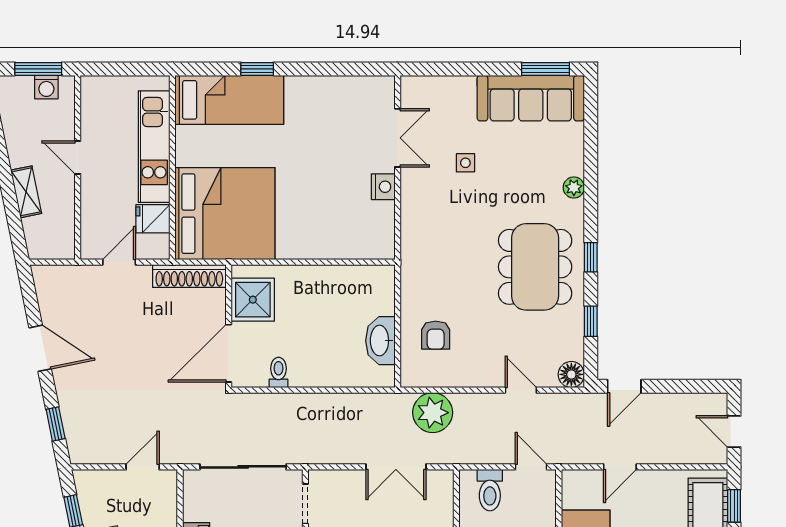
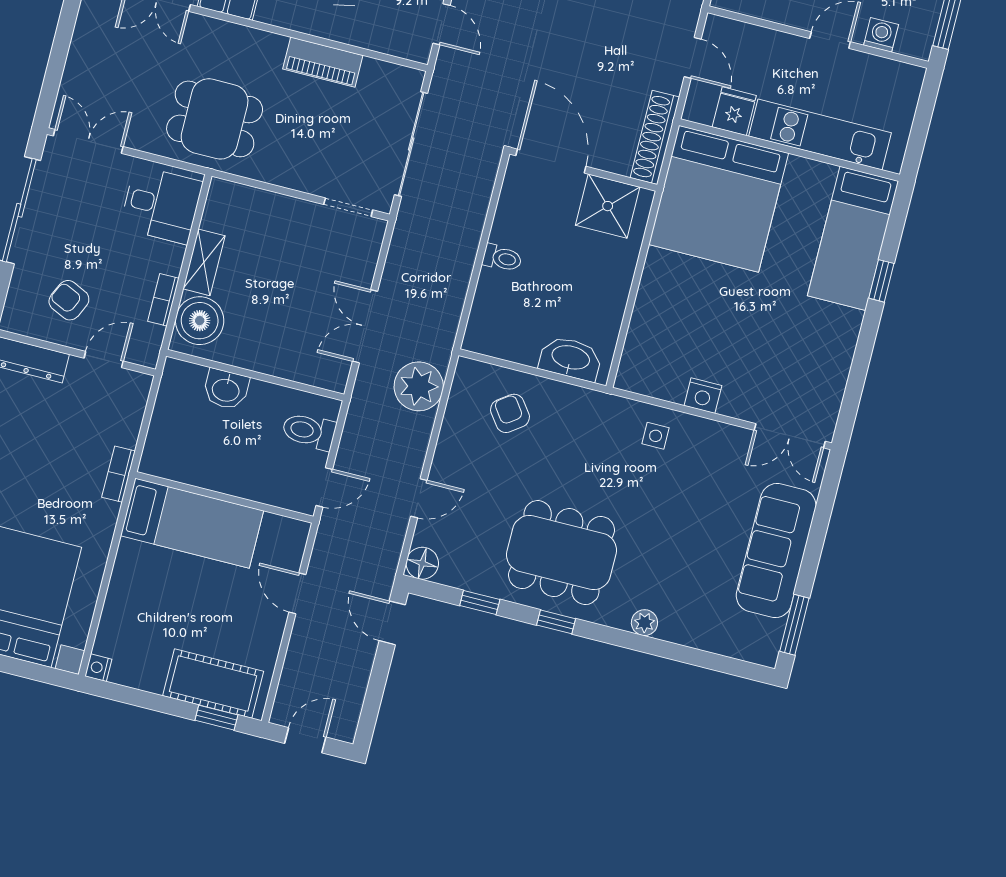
washing machine: (46, 87) -> (881, 35), moved, turned 90
sofa: (531, 98) -> (776, 551), moved
double door: (398, 138) -> (790, 436), moved
side table: (465, 163) -> (656, 436), moved
armchair: (436, 335) -> (510, 413), turned 54
washbasin: (380, 341) -> (570, 358), moved
toilet: (278, 372) -> (502, 258), moved

